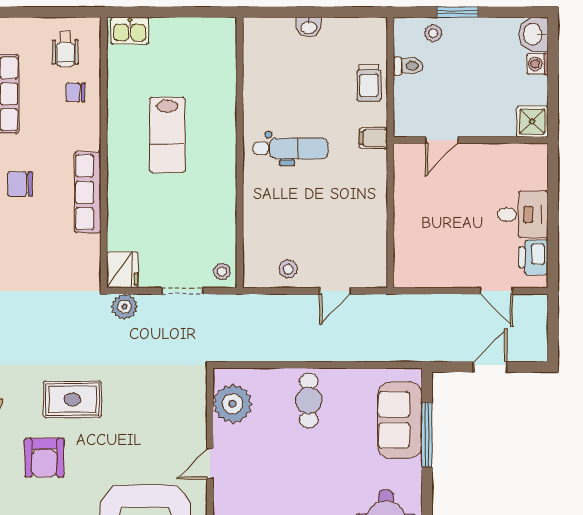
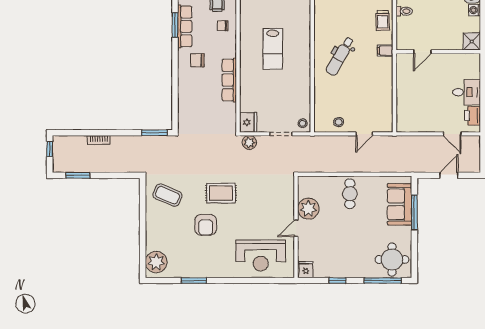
dental chair: (291, 148) -> (340, 56), turned 120
chair: (20, 184) -> (197, 60), moved
plant: (233, 404) -> (308, 209), moved

